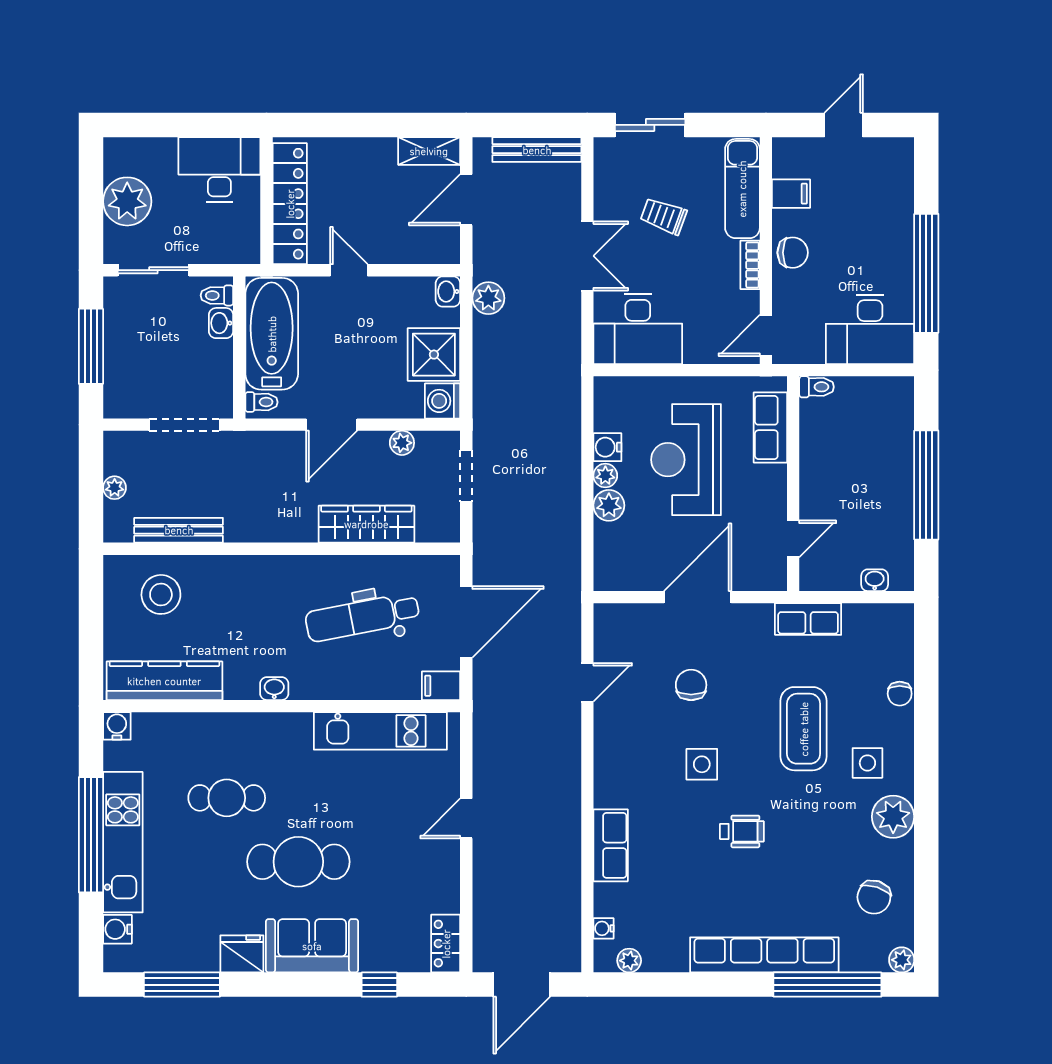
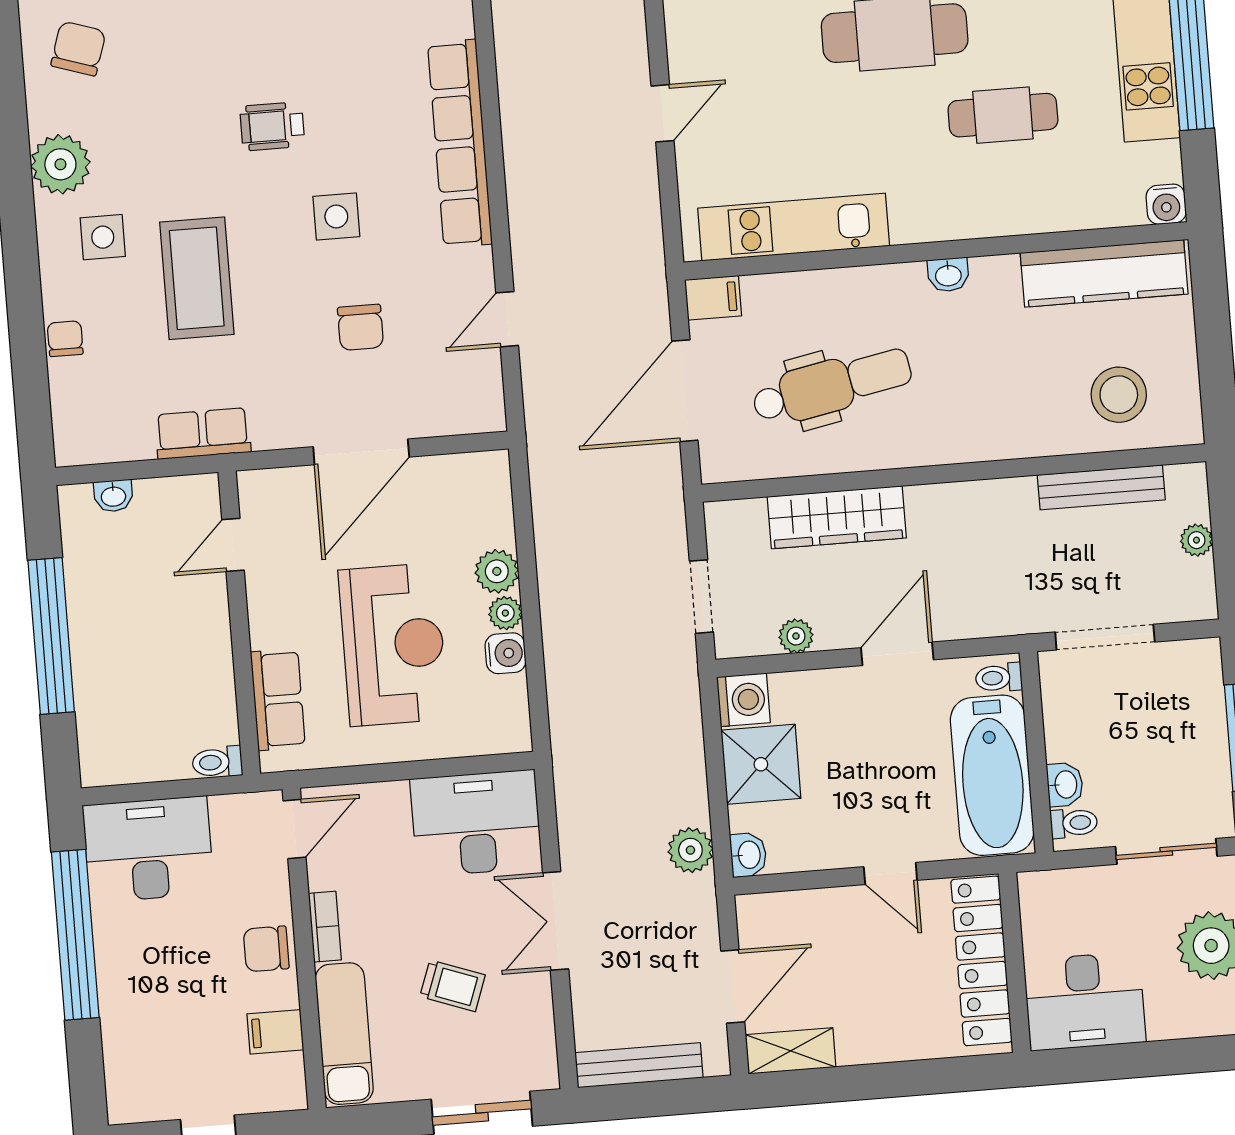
row of seats: (611, 845) -> (460, 143), width x2.02

